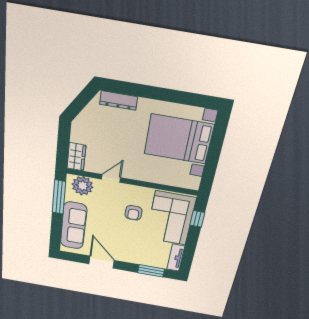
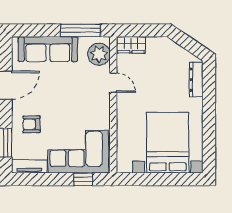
armchair: (133, 213) -> (32, 124), moved

